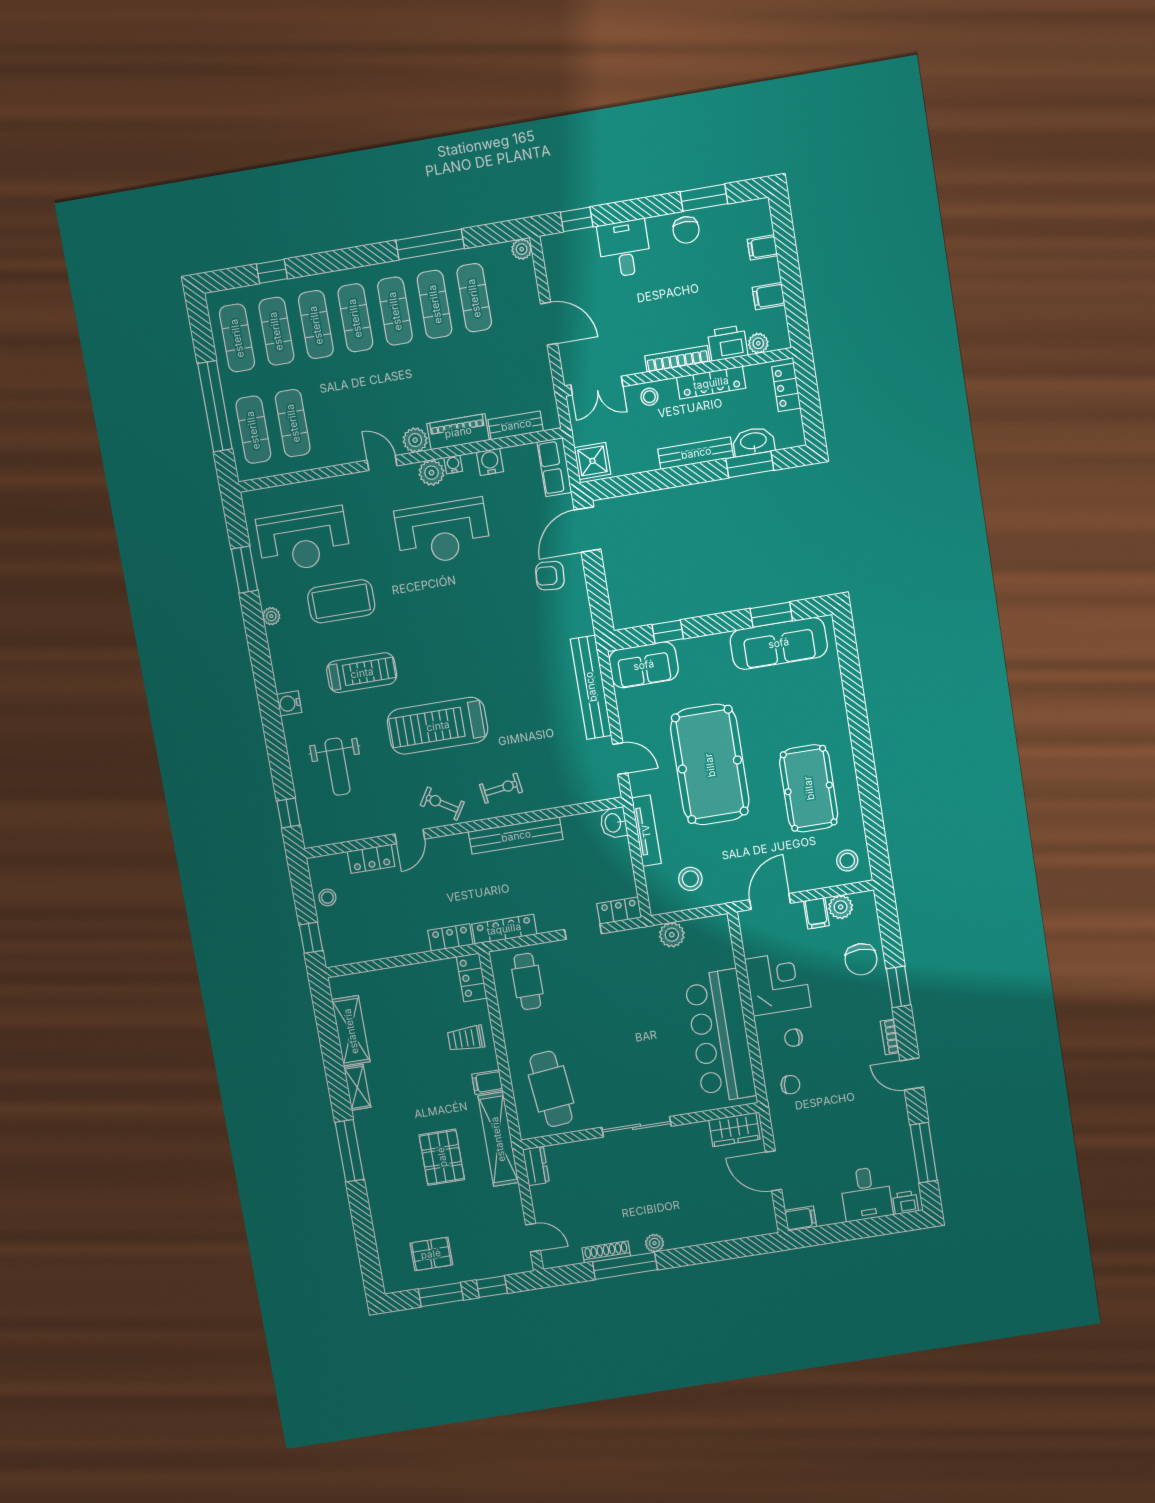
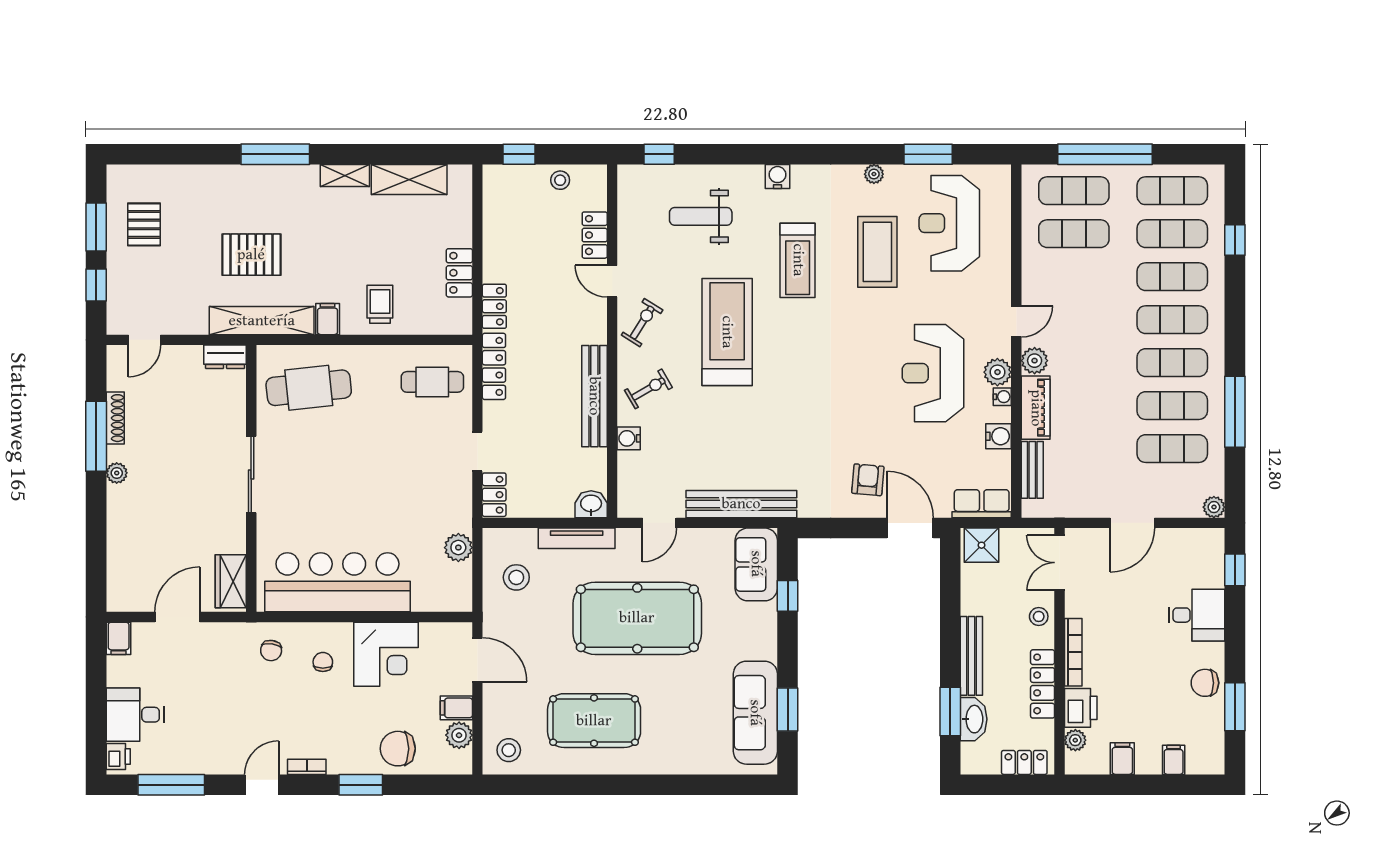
exercise bike: (501, 788) -> (648, 389), turned -112
water cooler: (549, 799) -> (629, 438), added
locker: (472, 977) -> (459, 273), moved, turned -90

